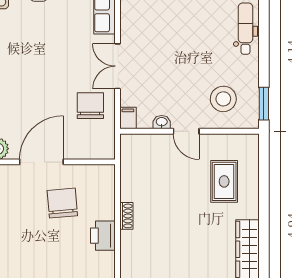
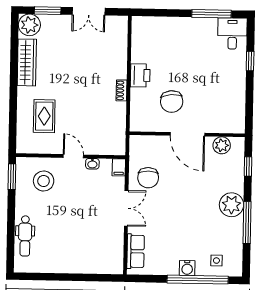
door: (41, 162) -> (187, 134), hinge flipped

